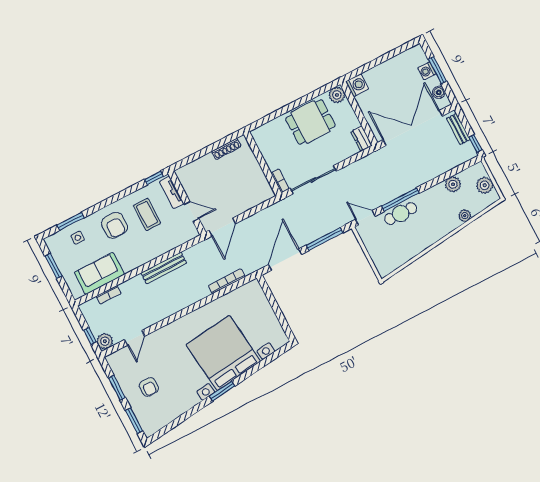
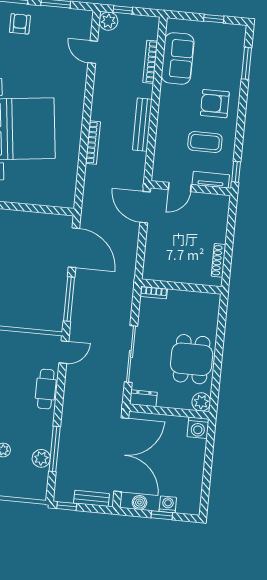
window: (437, 70) -> (162, 515), width x0.67
sliding door: (313, 180) -> (131, 354), moved
plant: (485, 185) -> (20, 488), removed
window: (400, 200) -> (55, 449), moved
side table: (78, 238) -> (226, 60), removed
window: (54, 266) -> (214, 19), width x0.67
bookcase: (227, 281) -> (93, 143), moved
bookcase: (109, 295) -> (150, 62), width x1.56
armchair: (149, 387) -> (20, 24), moved, turned 90

